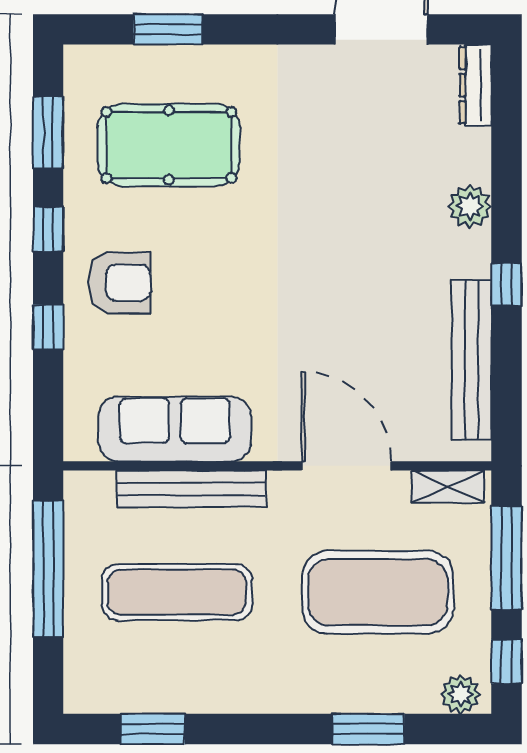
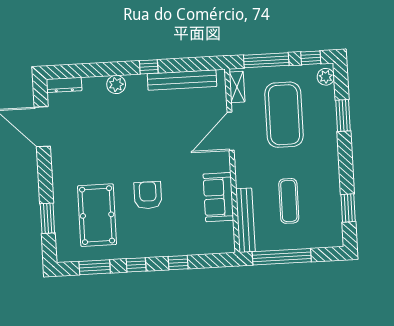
armchair: (120, 283) -> (148, 195), moved
sofa: (175, 429) -> (218, 197), width x0.73
bench: (191, 489) -> (245, 220), moved
exercise mat: (177, 592) -> (289, 201), width x0.73, depth x0.69

